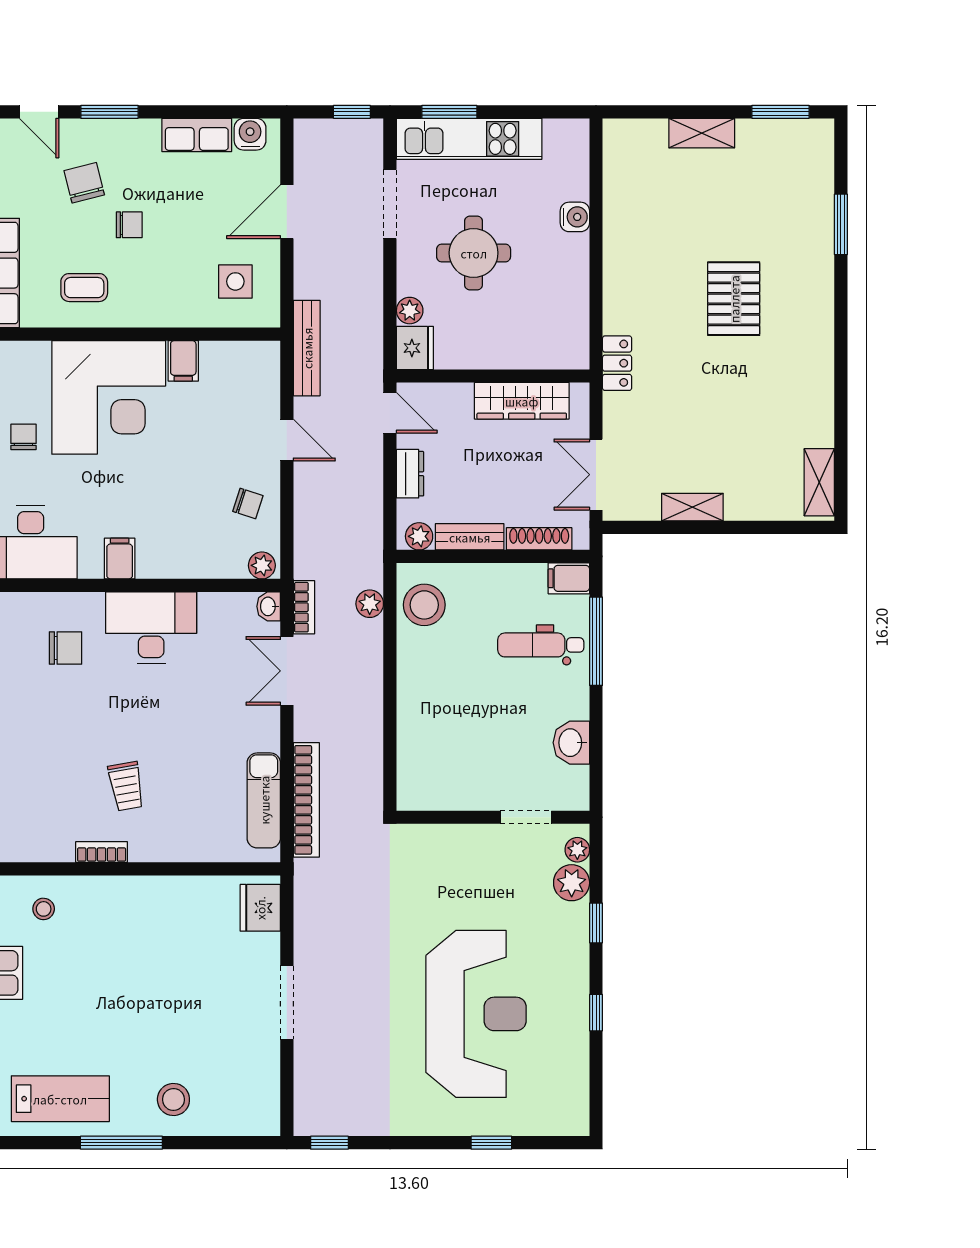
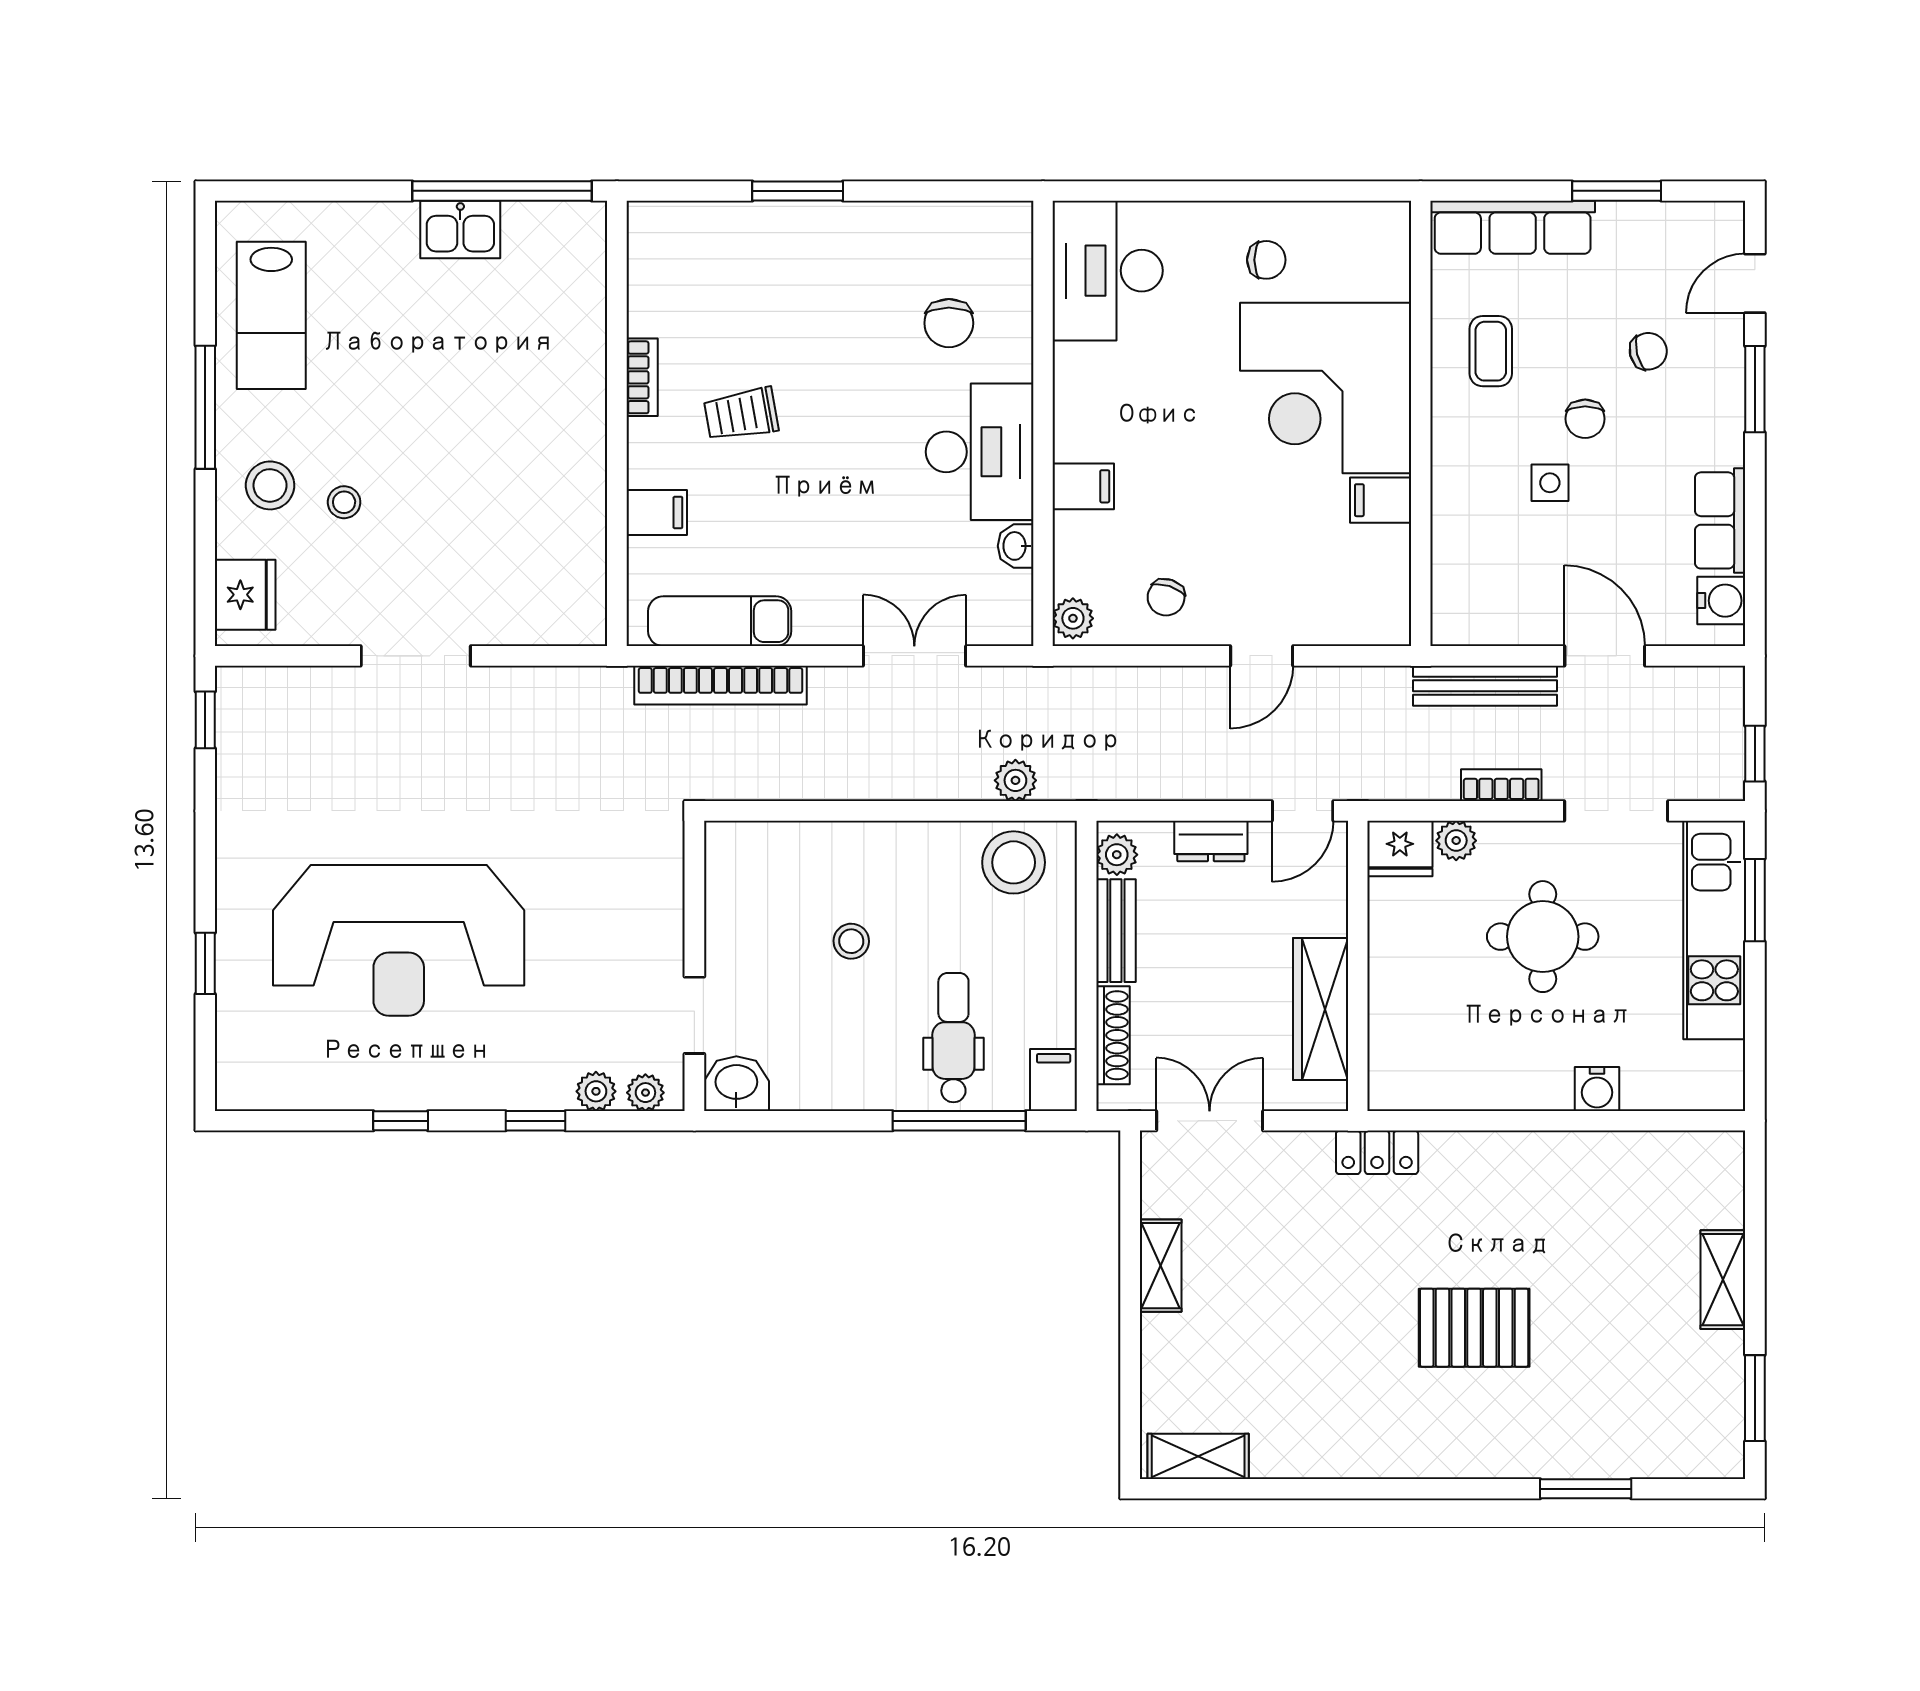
chair: (84, 183) -> (1648, 351), width x0.73, depth x0.73
side table: (235, 281) -> (1550, 483), moved, width x0.73, depth x0.73
bench: (307, 348) -> (1485, 686), moved
filing cabinet: (120, 559) -> (1083, 486), moved
washbasin: (269, 606) -> (1016, 546), moved, turned -90
bookcase: (304, 607) -> (1501, 785), moved, turned 180
stool: (477, 713) -> (851, 941), added
washbasin: (571, 743) -> (736, 1084), moved
filing cabinet: (191, 842) -> (657, 513), added
plant: (572, 883) -> (596, 1091), width x0.73, depth x0.73
fridge: (260, 908) -> (245, 595), moved, turned 90
stool: (44, 909) -> (344, 502), moved

